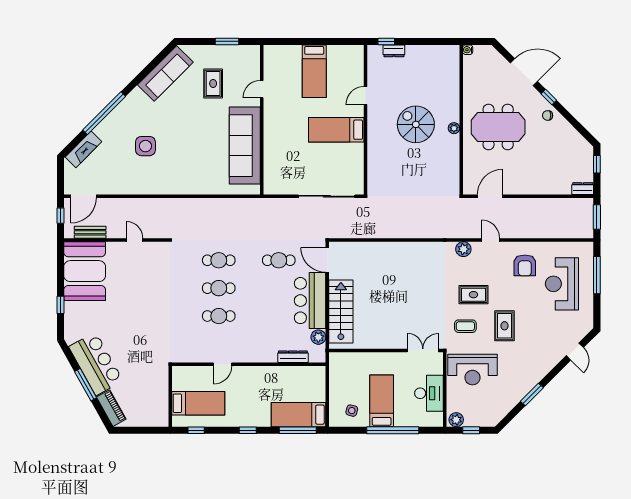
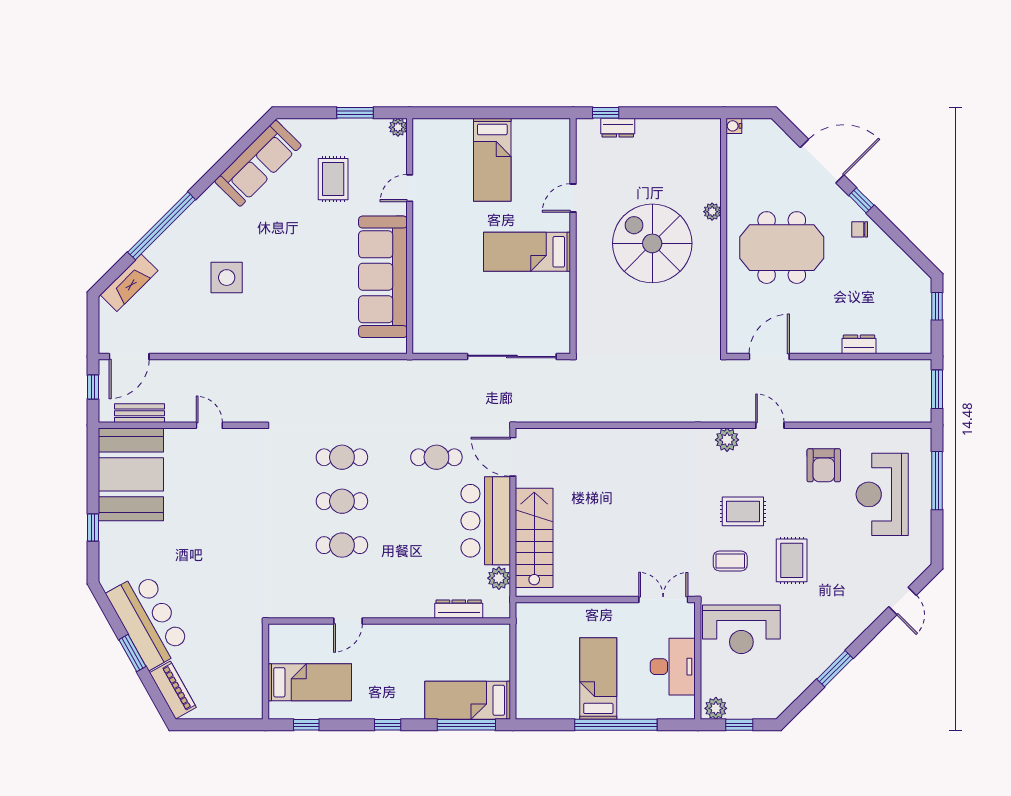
plant: (254, 51) -> (398, 127), added
spiral stairs: (416, 124) -> (652, 243), width x1.37, depth x1.37
plant: (454, 128) -> (712, 212), moved
dresser: (583, 189) -> (859, 344), moved
window: (86, 385) -> (132, 653), width x0.69
side table: (352, 411) -> (551, 694), removed

